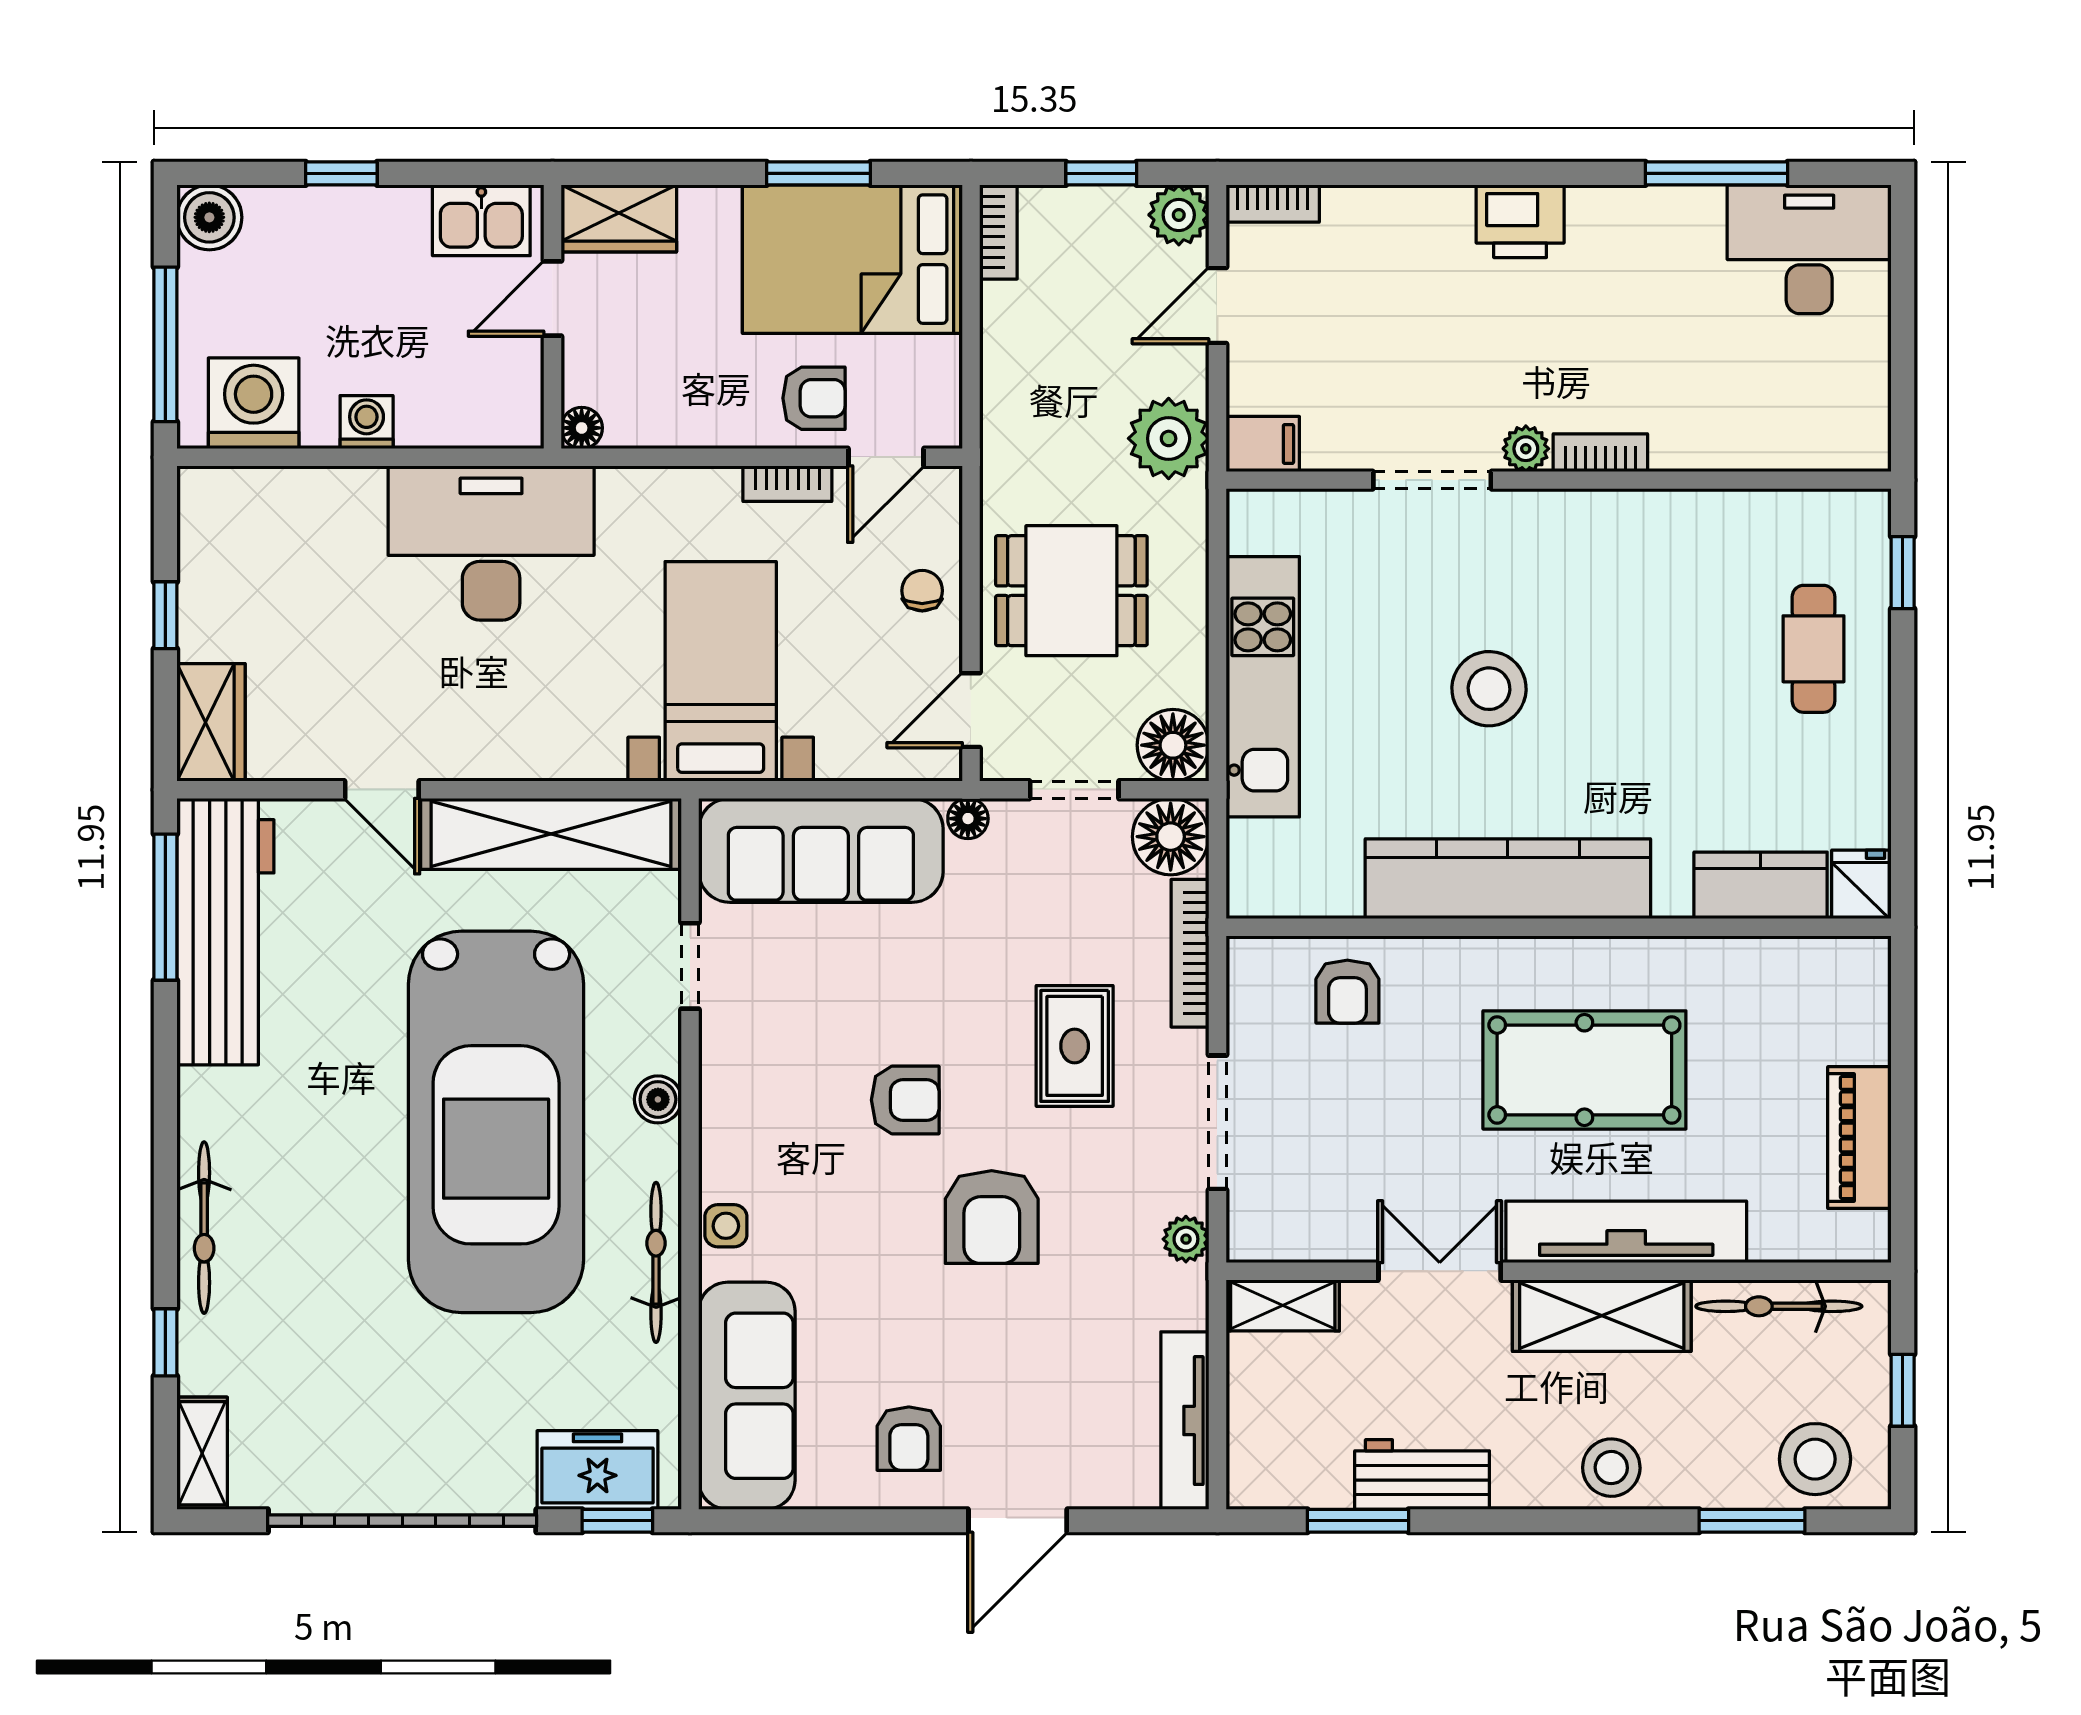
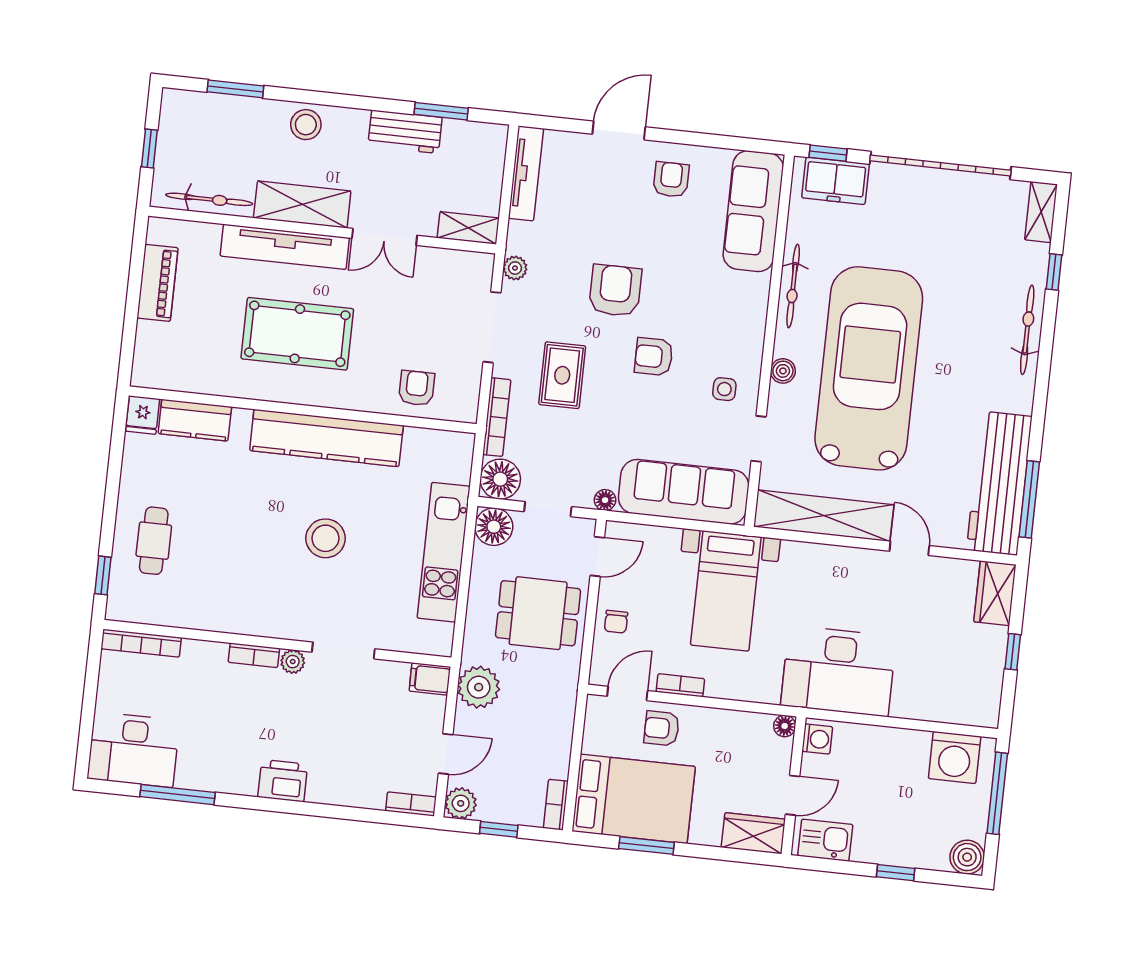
washing machine: (367, 422) -> (817, 739), moved, turned -90
bookcase: (1816, 452) -> (141, 643), added
side table: (726, 1226) -> (724, 389), moved
stool: (1815, 1459) -> (199, 117), removed

